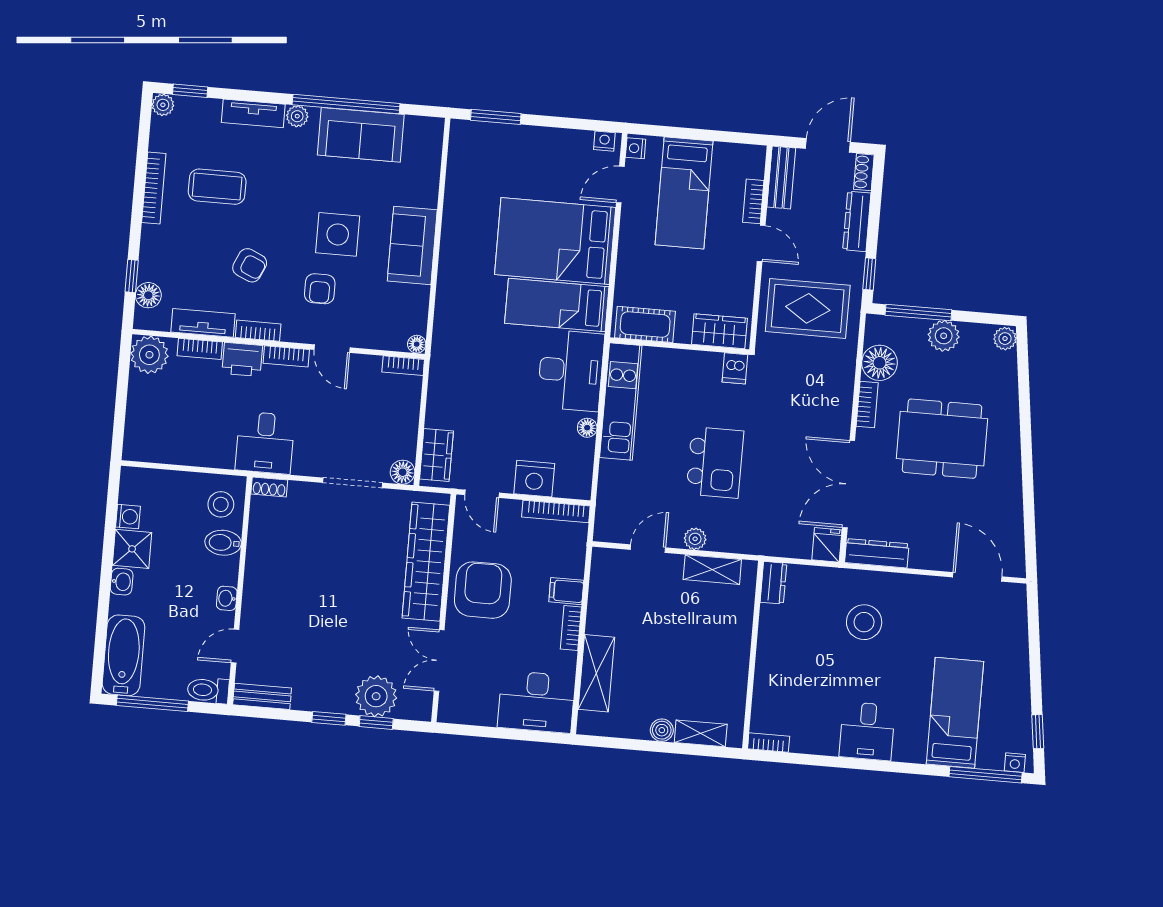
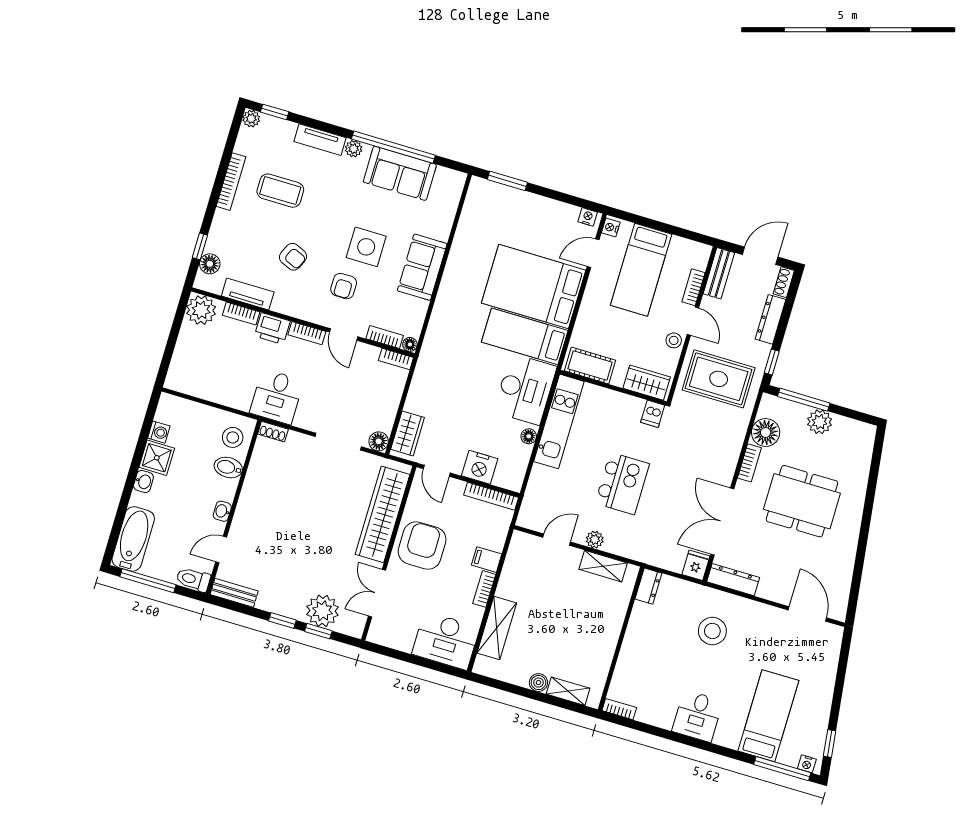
stool: (742, 272) -> (674, 340), added
bookcase: (258, 331) -> (385, 337), moved
plant: (1005, 339) -> (867, 434), removed

